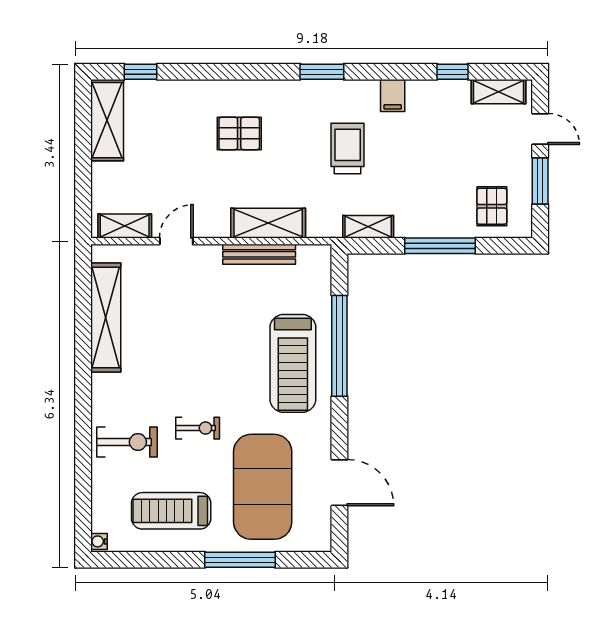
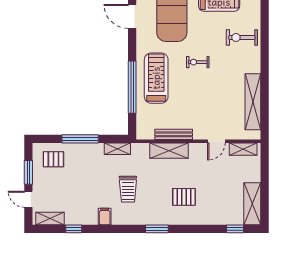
window: (322, 72) -> (157, 229), moved
pallet: (492, 206) -> (53, 159), turned 90
exercise bike: (198, 428) -> (198, 62), moved

